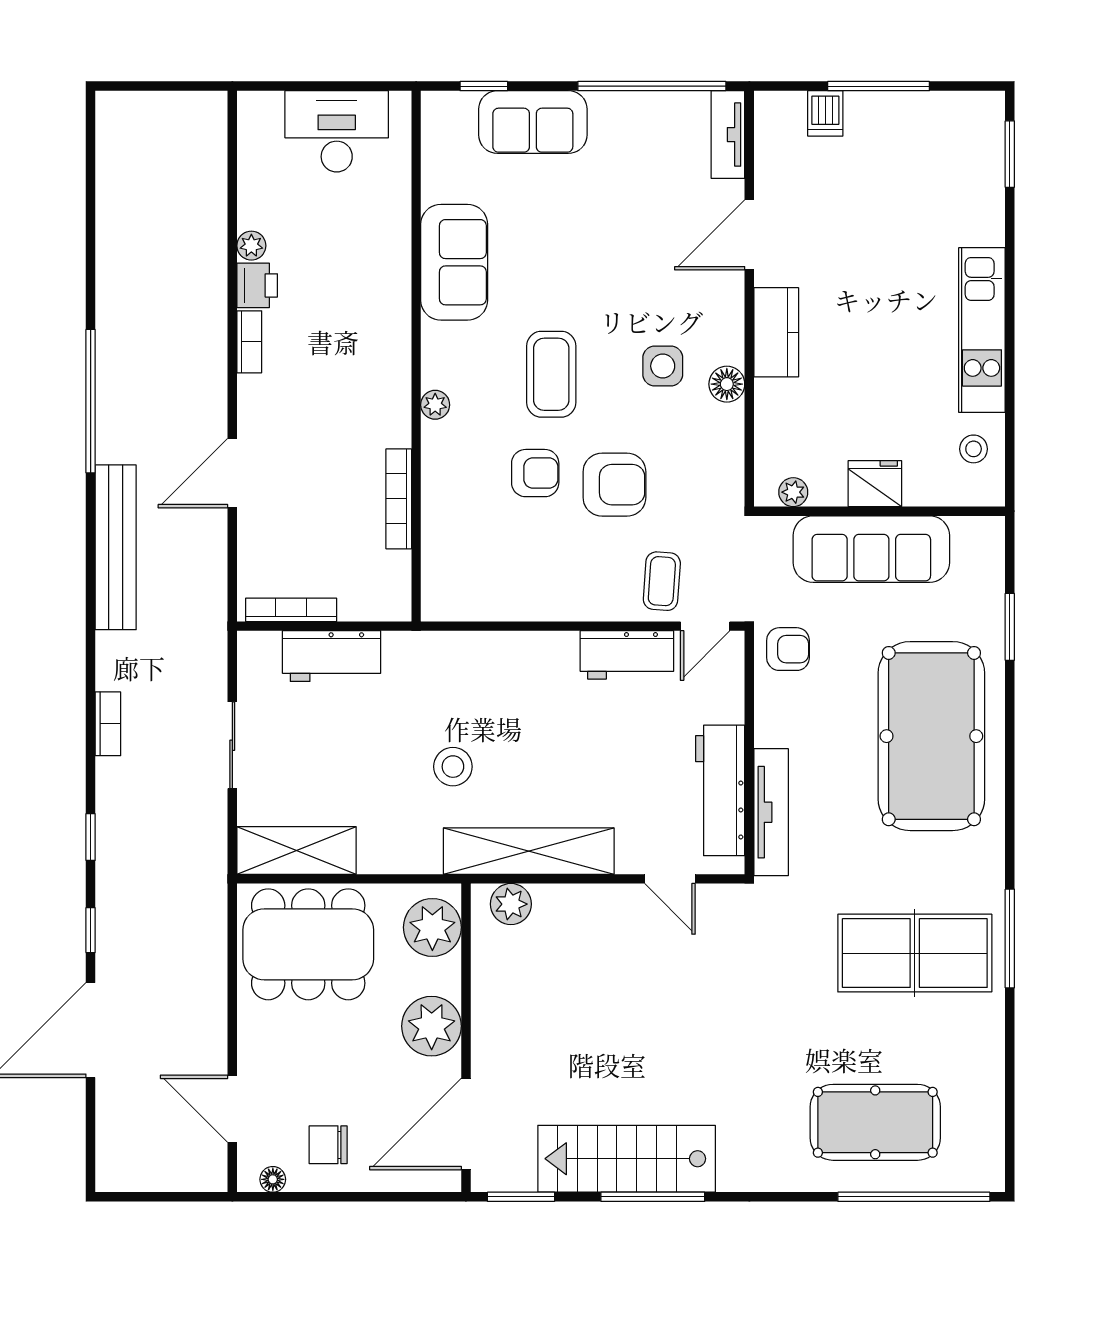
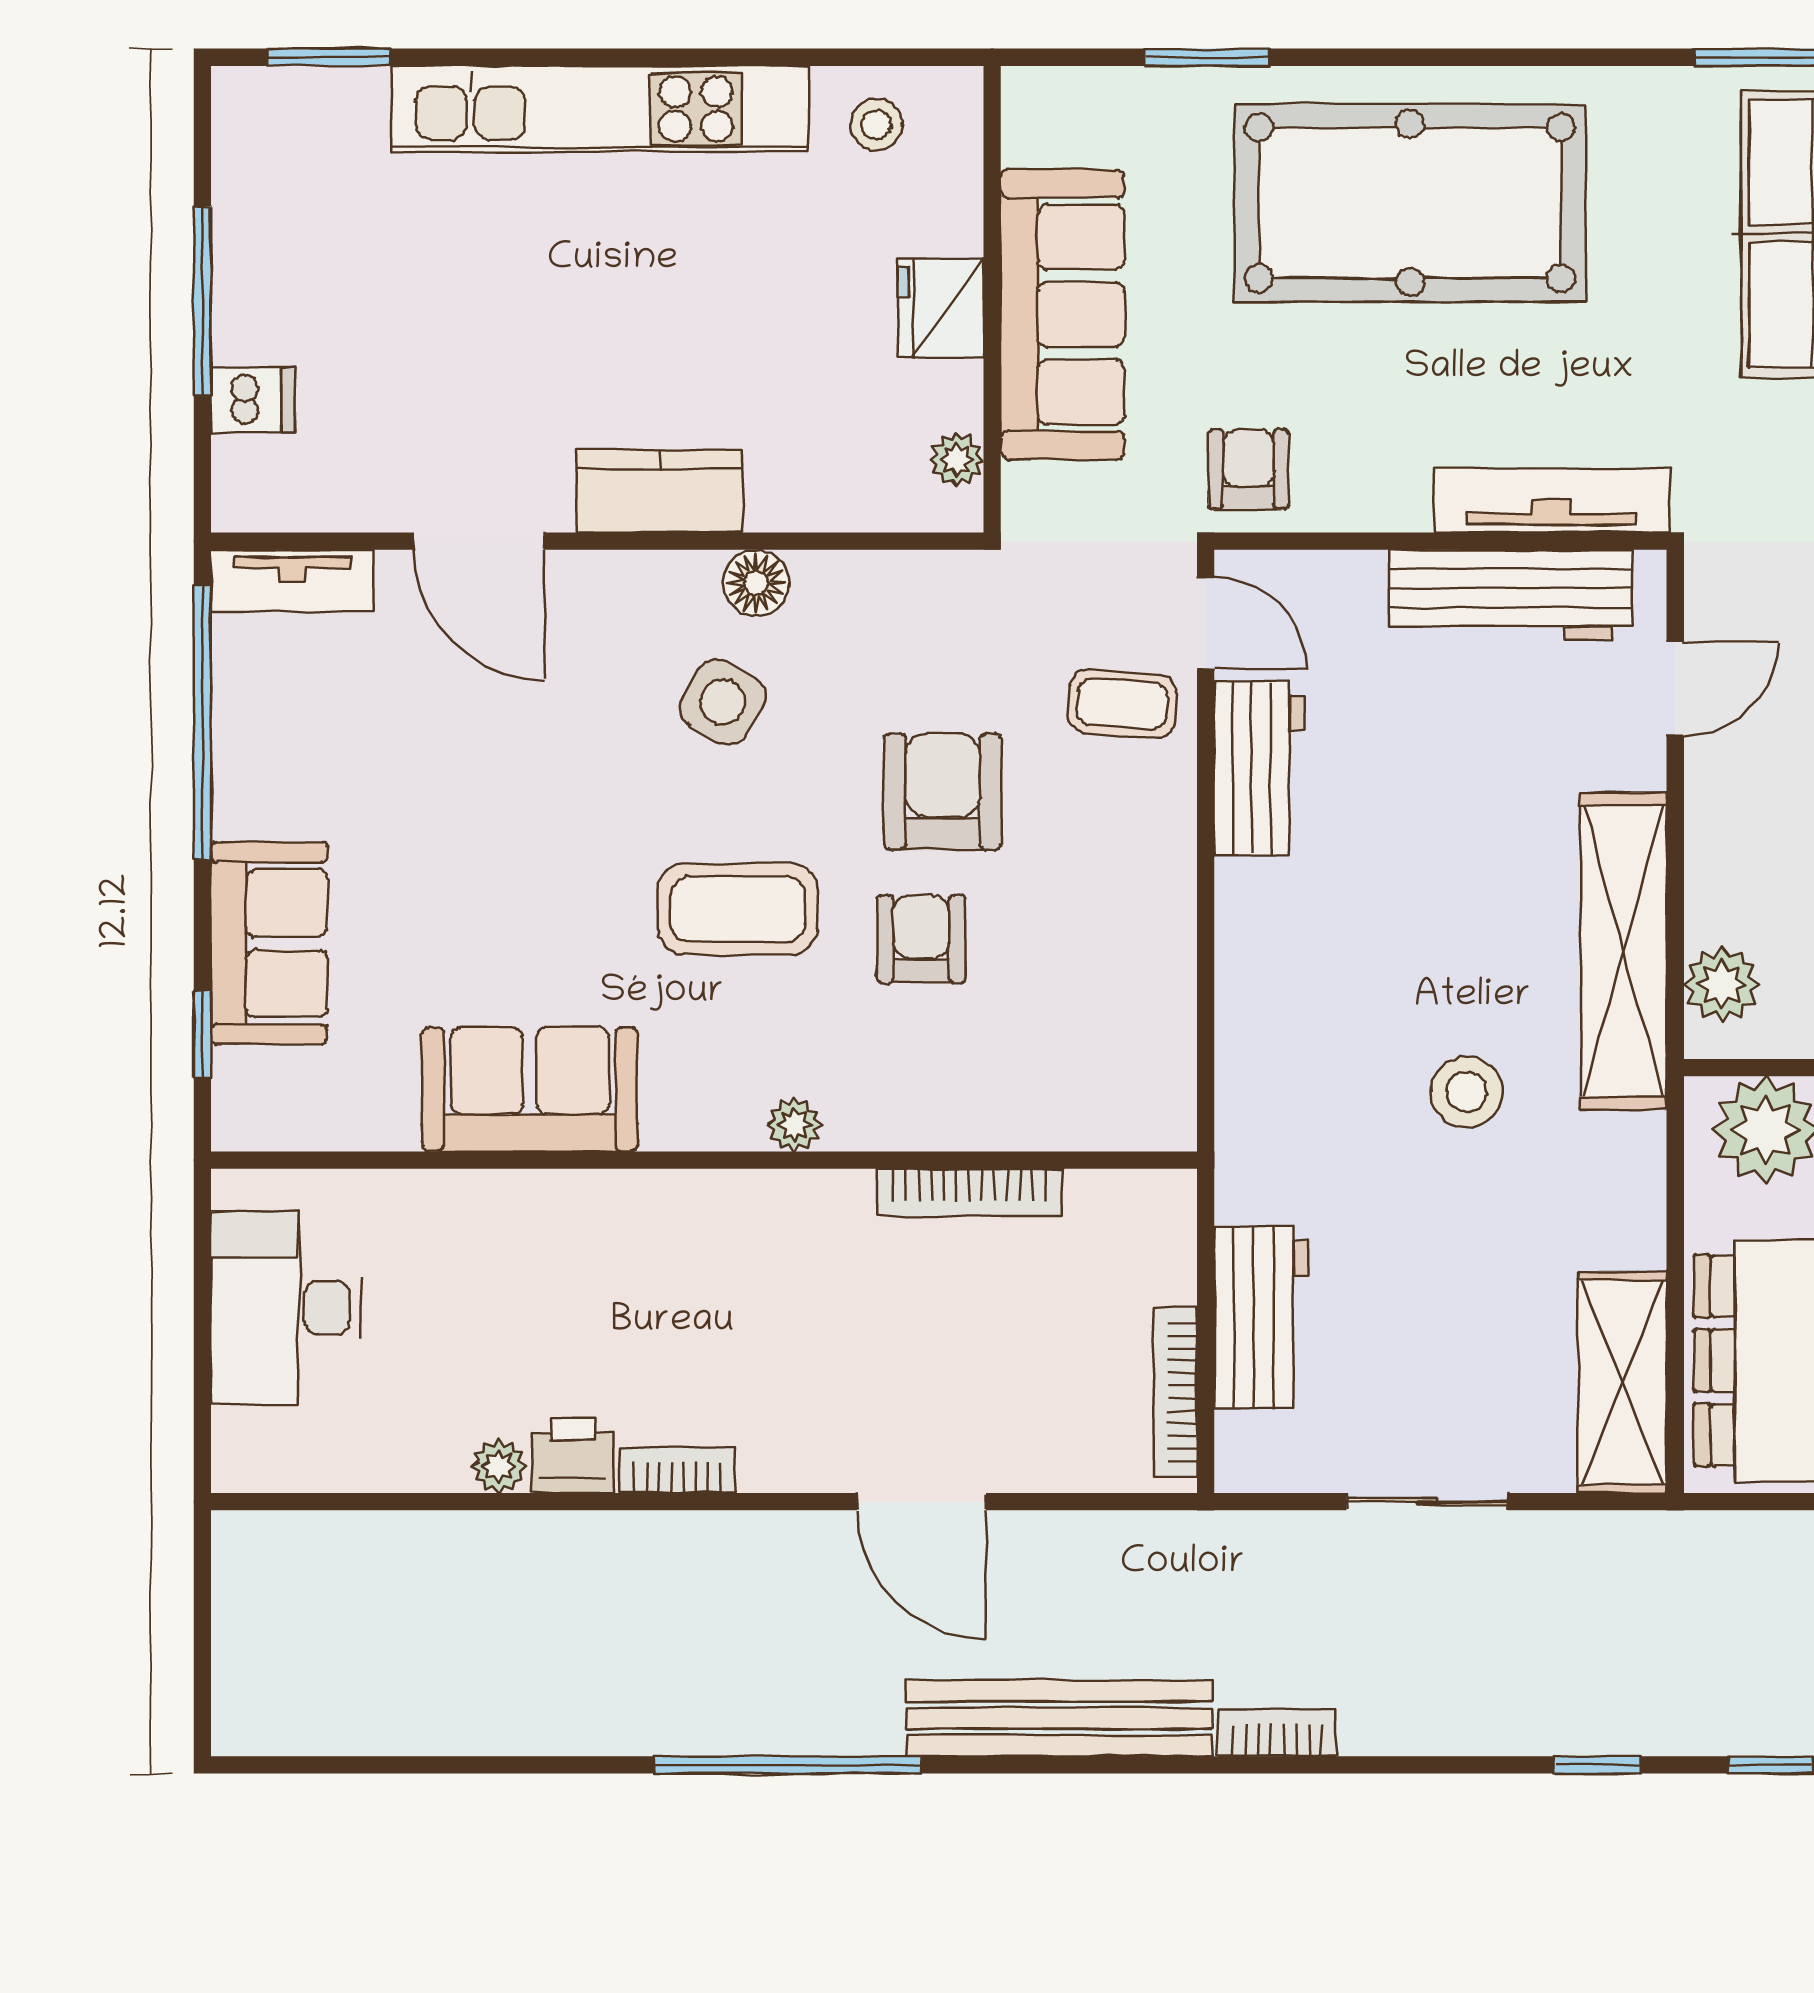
kitchen unit: (982, 330) -> (600, 109), width x1.36
side table: (663, 366) -> (722, 702), turned 31
bookcase: (108, 724) -> (1277, 1733), moved

